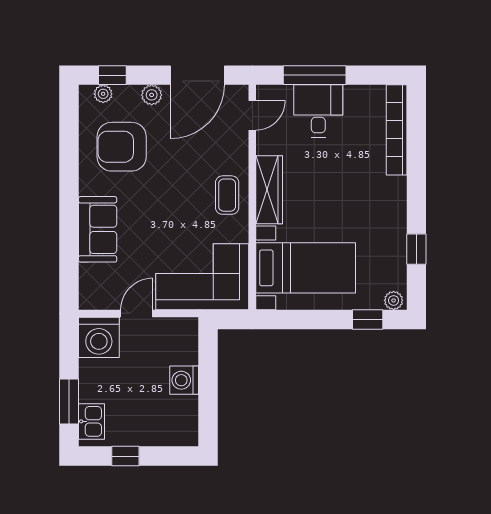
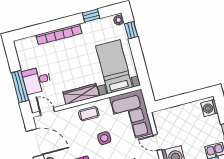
bookcase: (397, 130) -> (59, 34), moved
side table: (172, 213) -> (104, 138), added
washing machine: (184, 380) -> (209, 108), moved, turned 90

